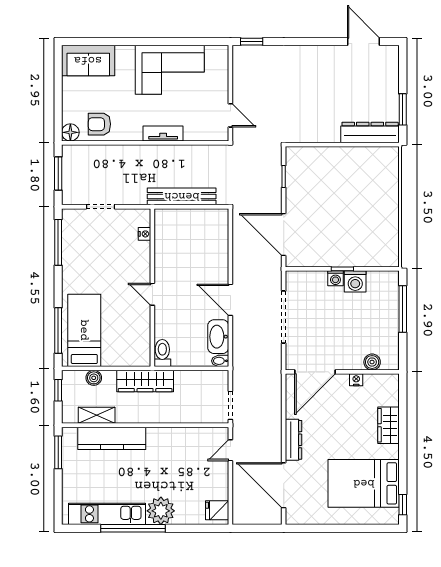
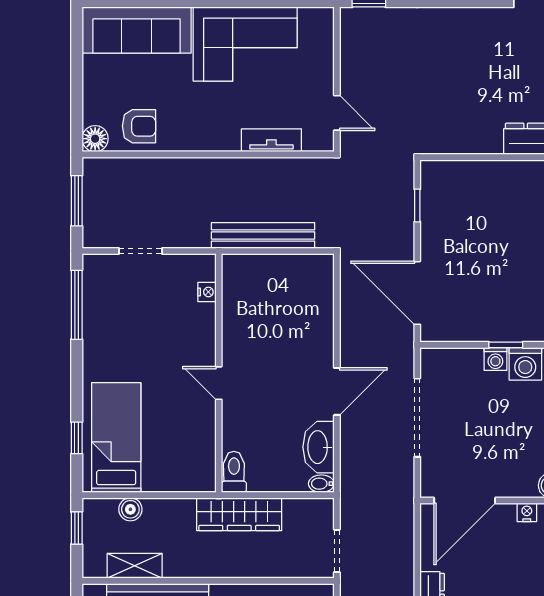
sofa: (88, 60) -> (137, 30), width x1.36
armchair: (99, 124) -> (139, 126), turned 180
tv unit: (163, 133) -> (271, 140), moved
door: (230, 300) -> (337, 391), swing flipped
window: (58, 331) -> (77, 438), width x0.46
wardrobe: (145, 381) -> (239, 514), moved

